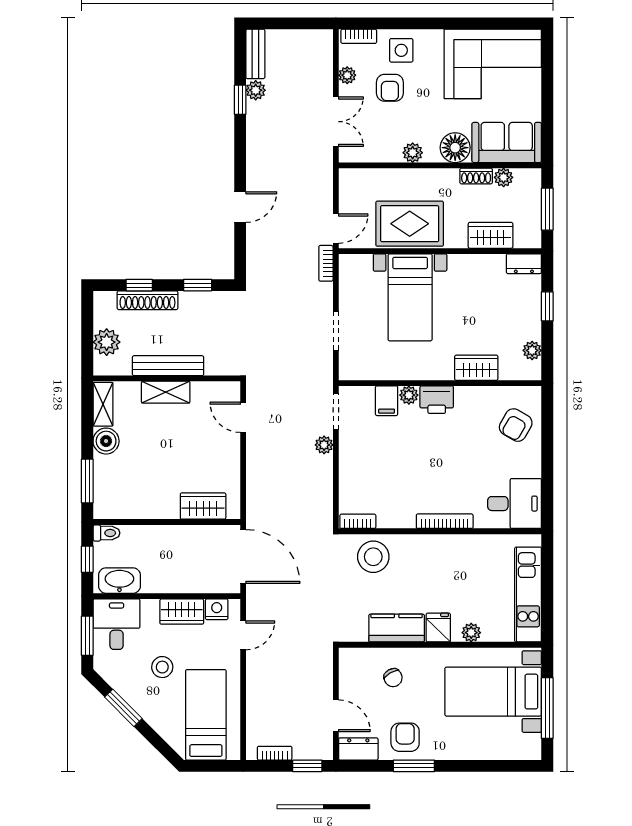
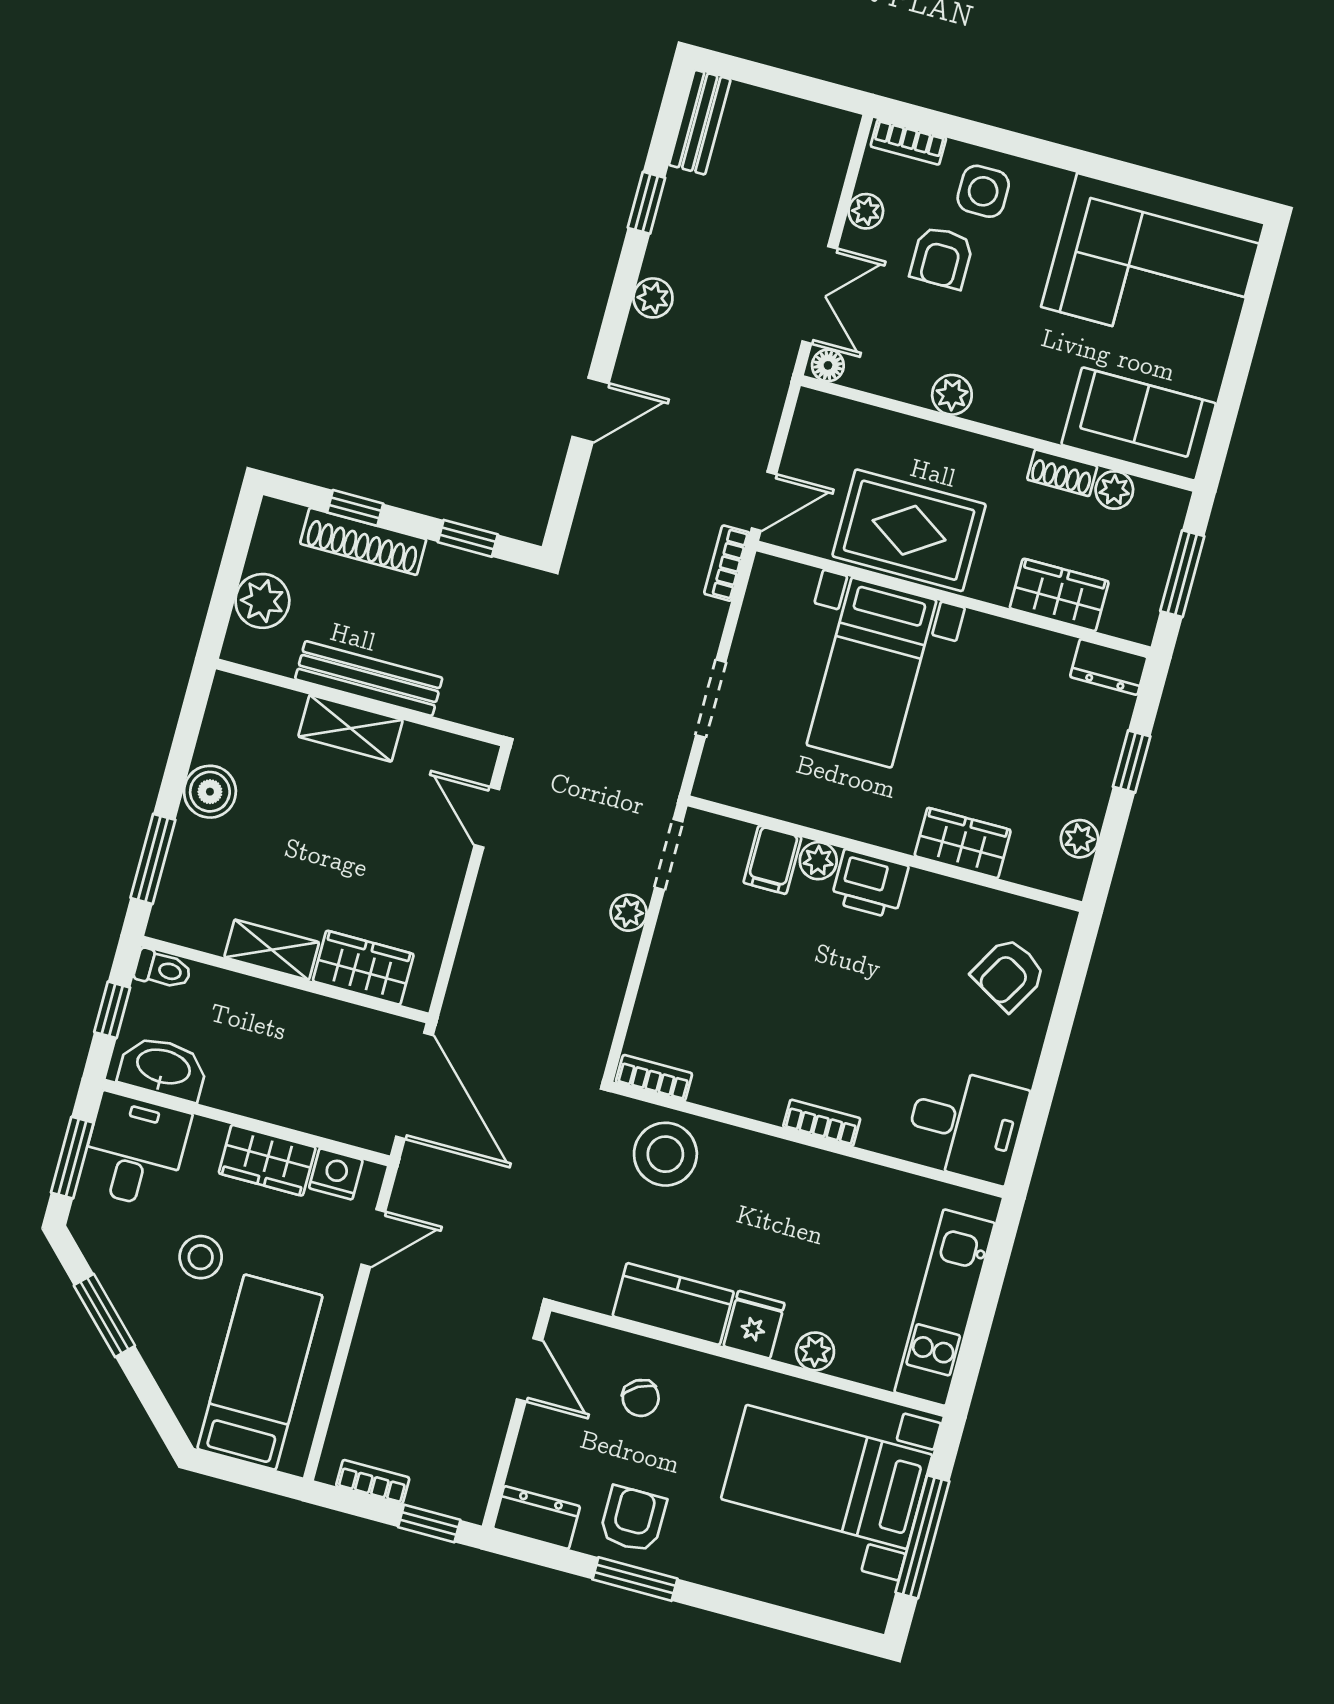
plant: (256, 90) -> (653, 298), moved
floor lamp: (455, 148) -> (828, 365), moved, width x0.53, depth x0.53
shelving: (103, 404) -> (272, 950), moved, turned 90
bookcase: (445, 521) -> (822, 1123), width x0.64
door: (336, 716) -> (530, 1370), moved

